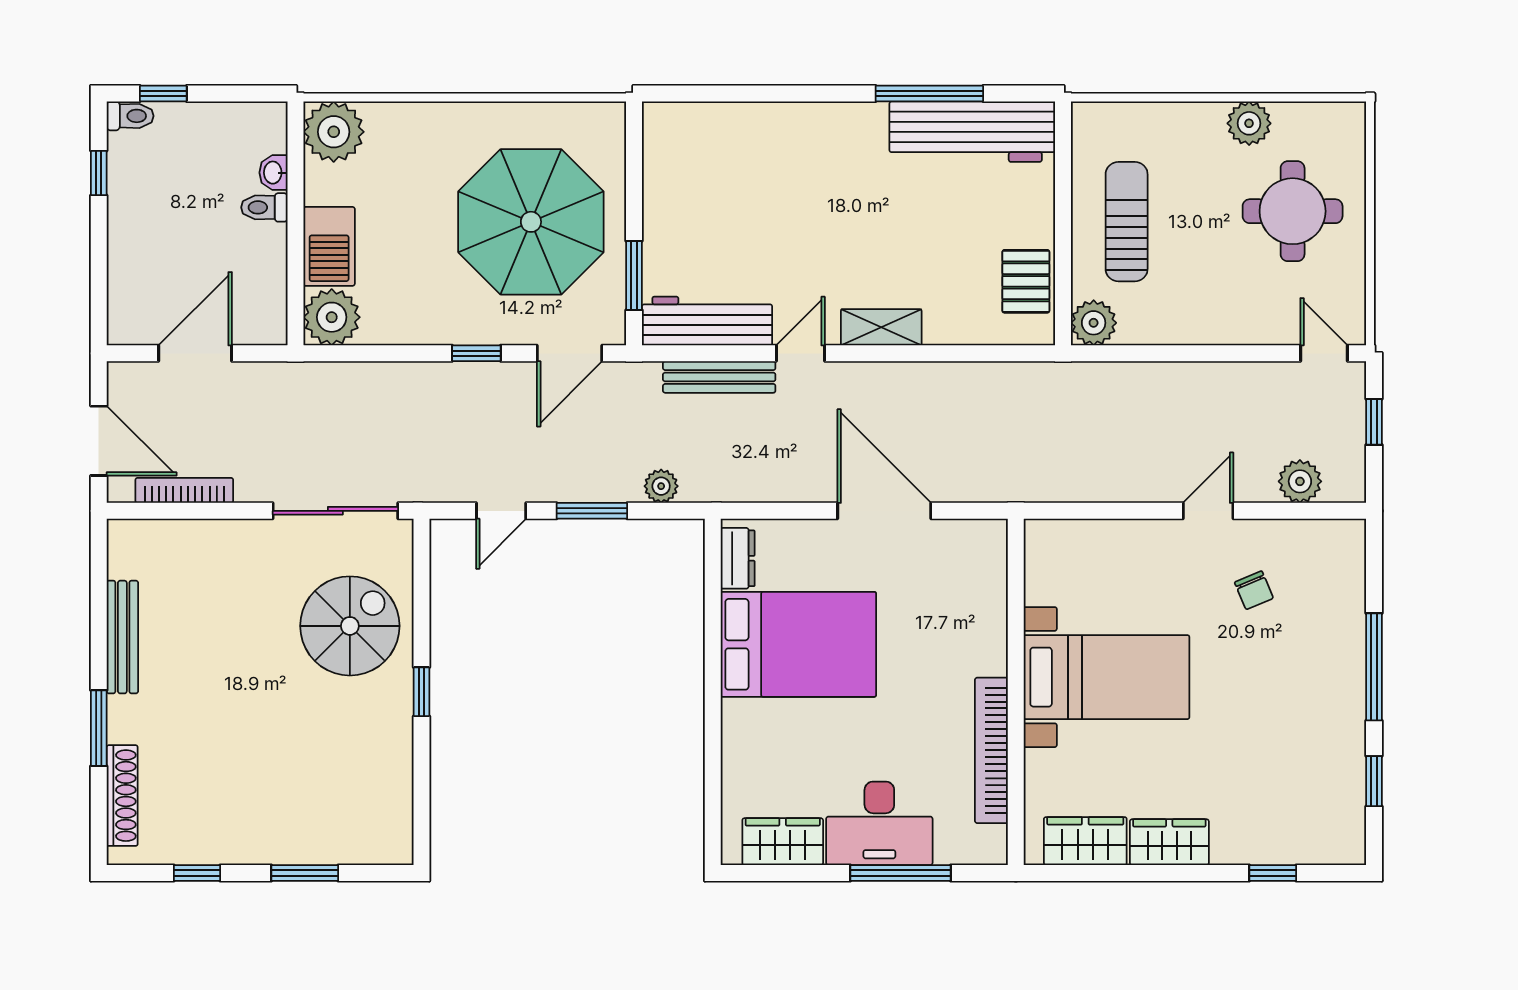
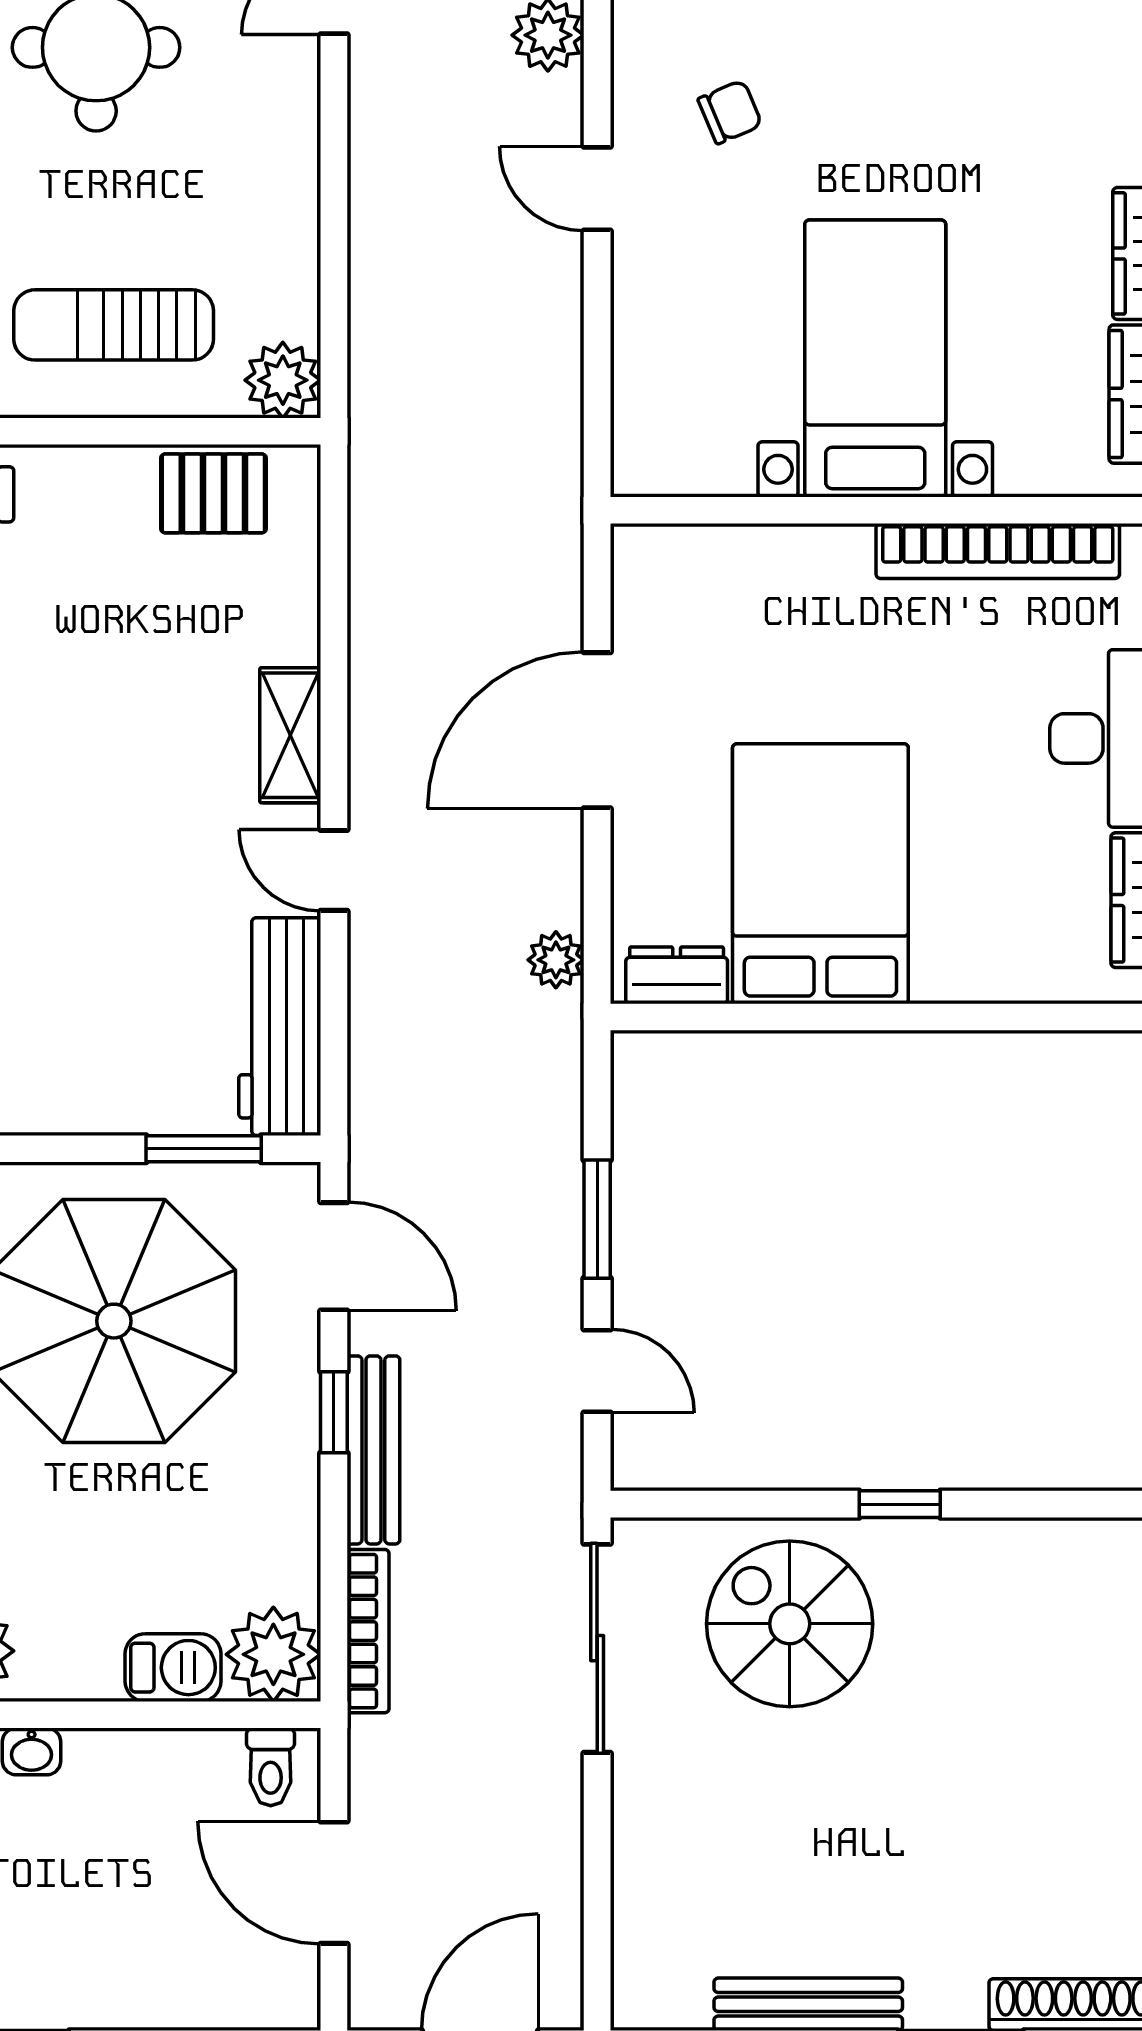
toilet: (264, 207) -> (271, 1767), moved
barbecue: (329, 246) -> (173, 1668), width x0.73, depth x0.79
bench: (719, 377) -> (373, 1450), moved
plant: (661, 486) -> (556, 960), moved
bookcase: (184, 490) -> (368, 1631), moved, turned 180

